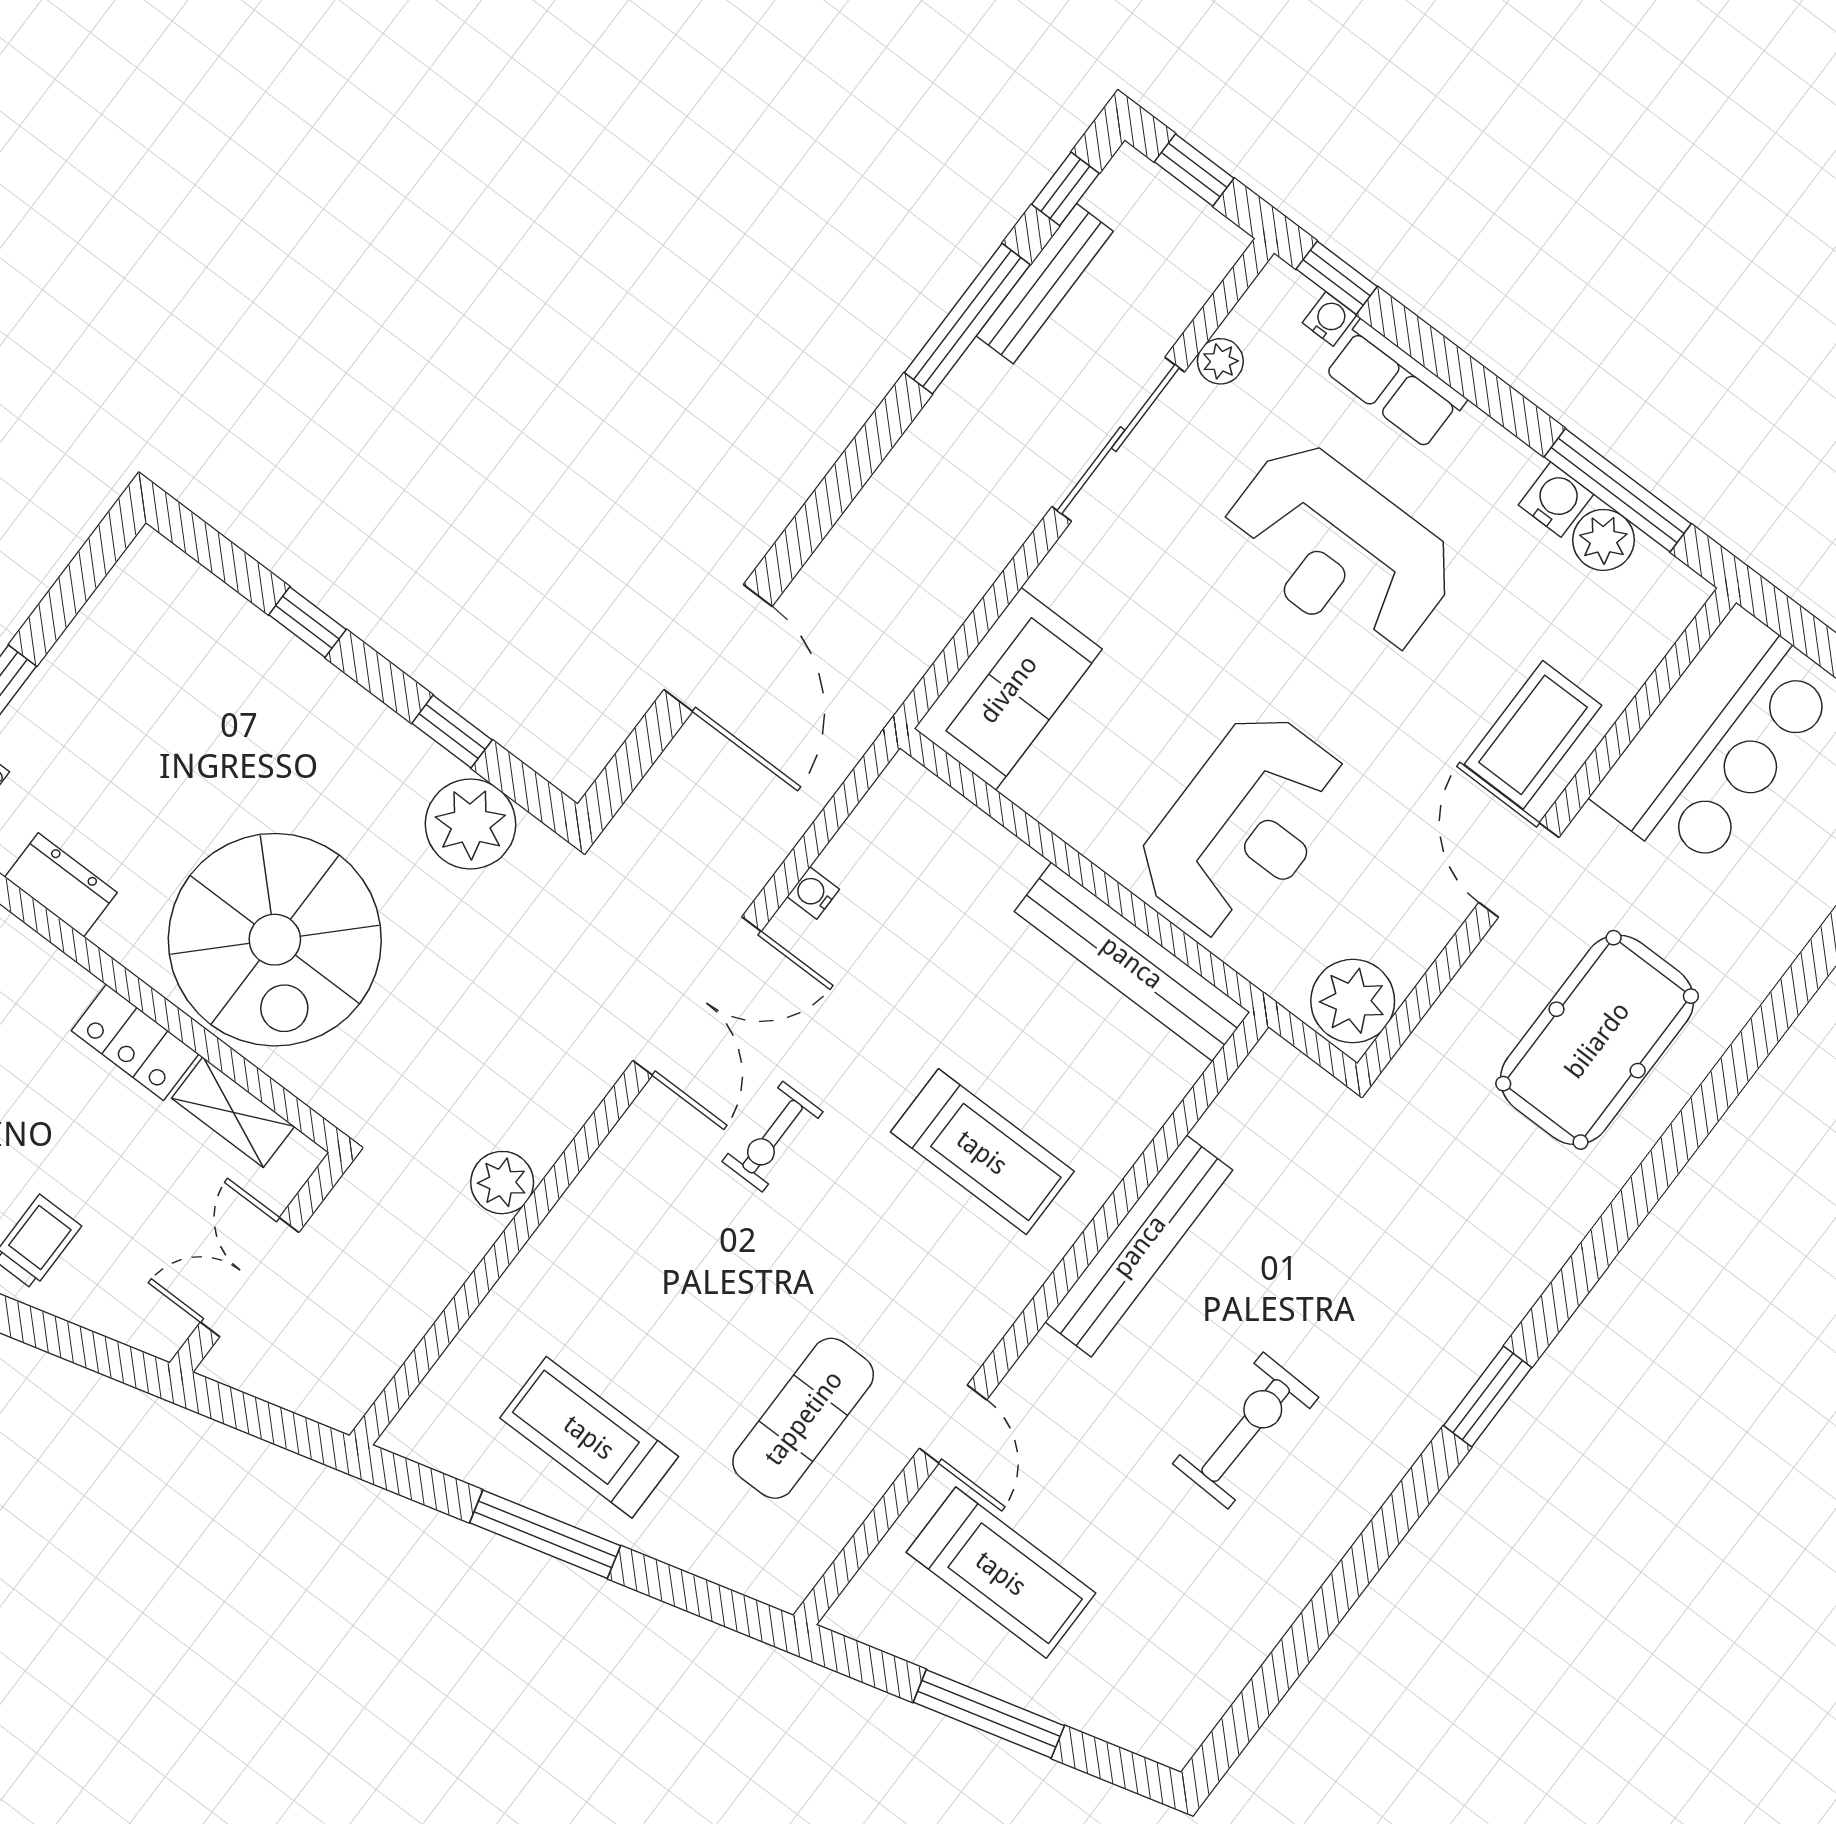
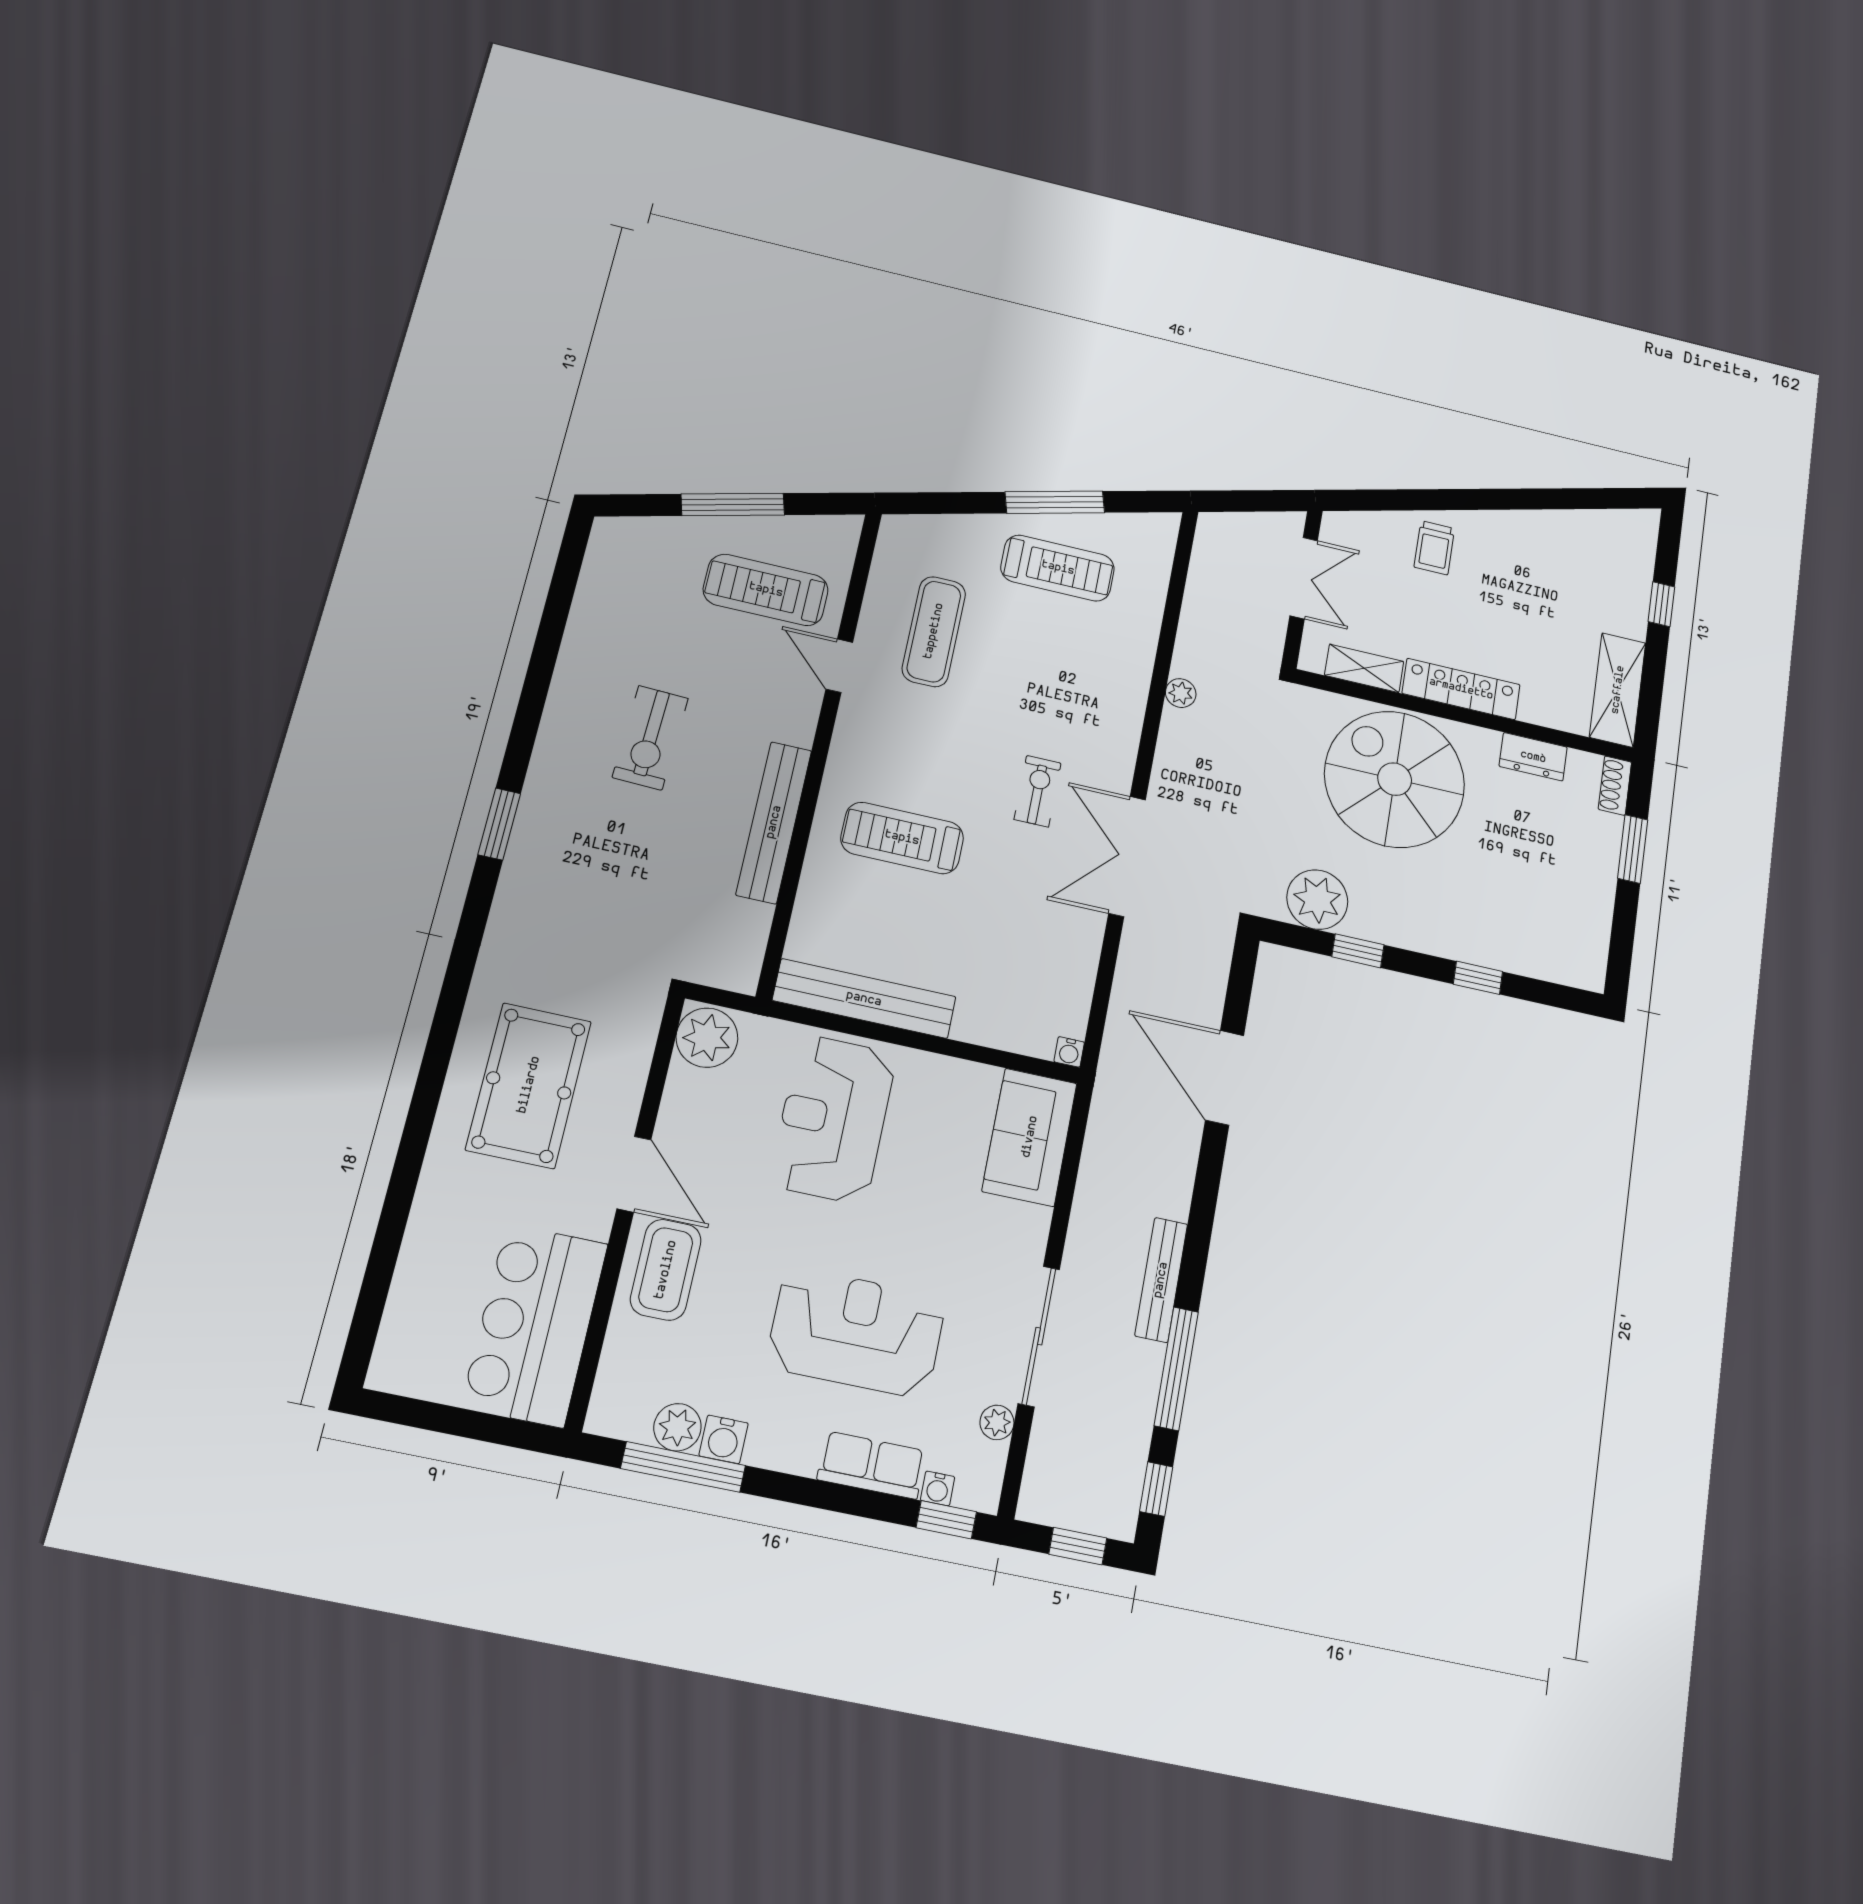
bench: (1045, 284) -> (1161, 1280), moved
water cooler: (813, 893) -> (1069, 1052), moved, turned 90
locker: (135, 1042) -> (1461, 689), width x1.53
plant: (502, 1183) -> (1181, 693), width x0.73, depth x0.73

